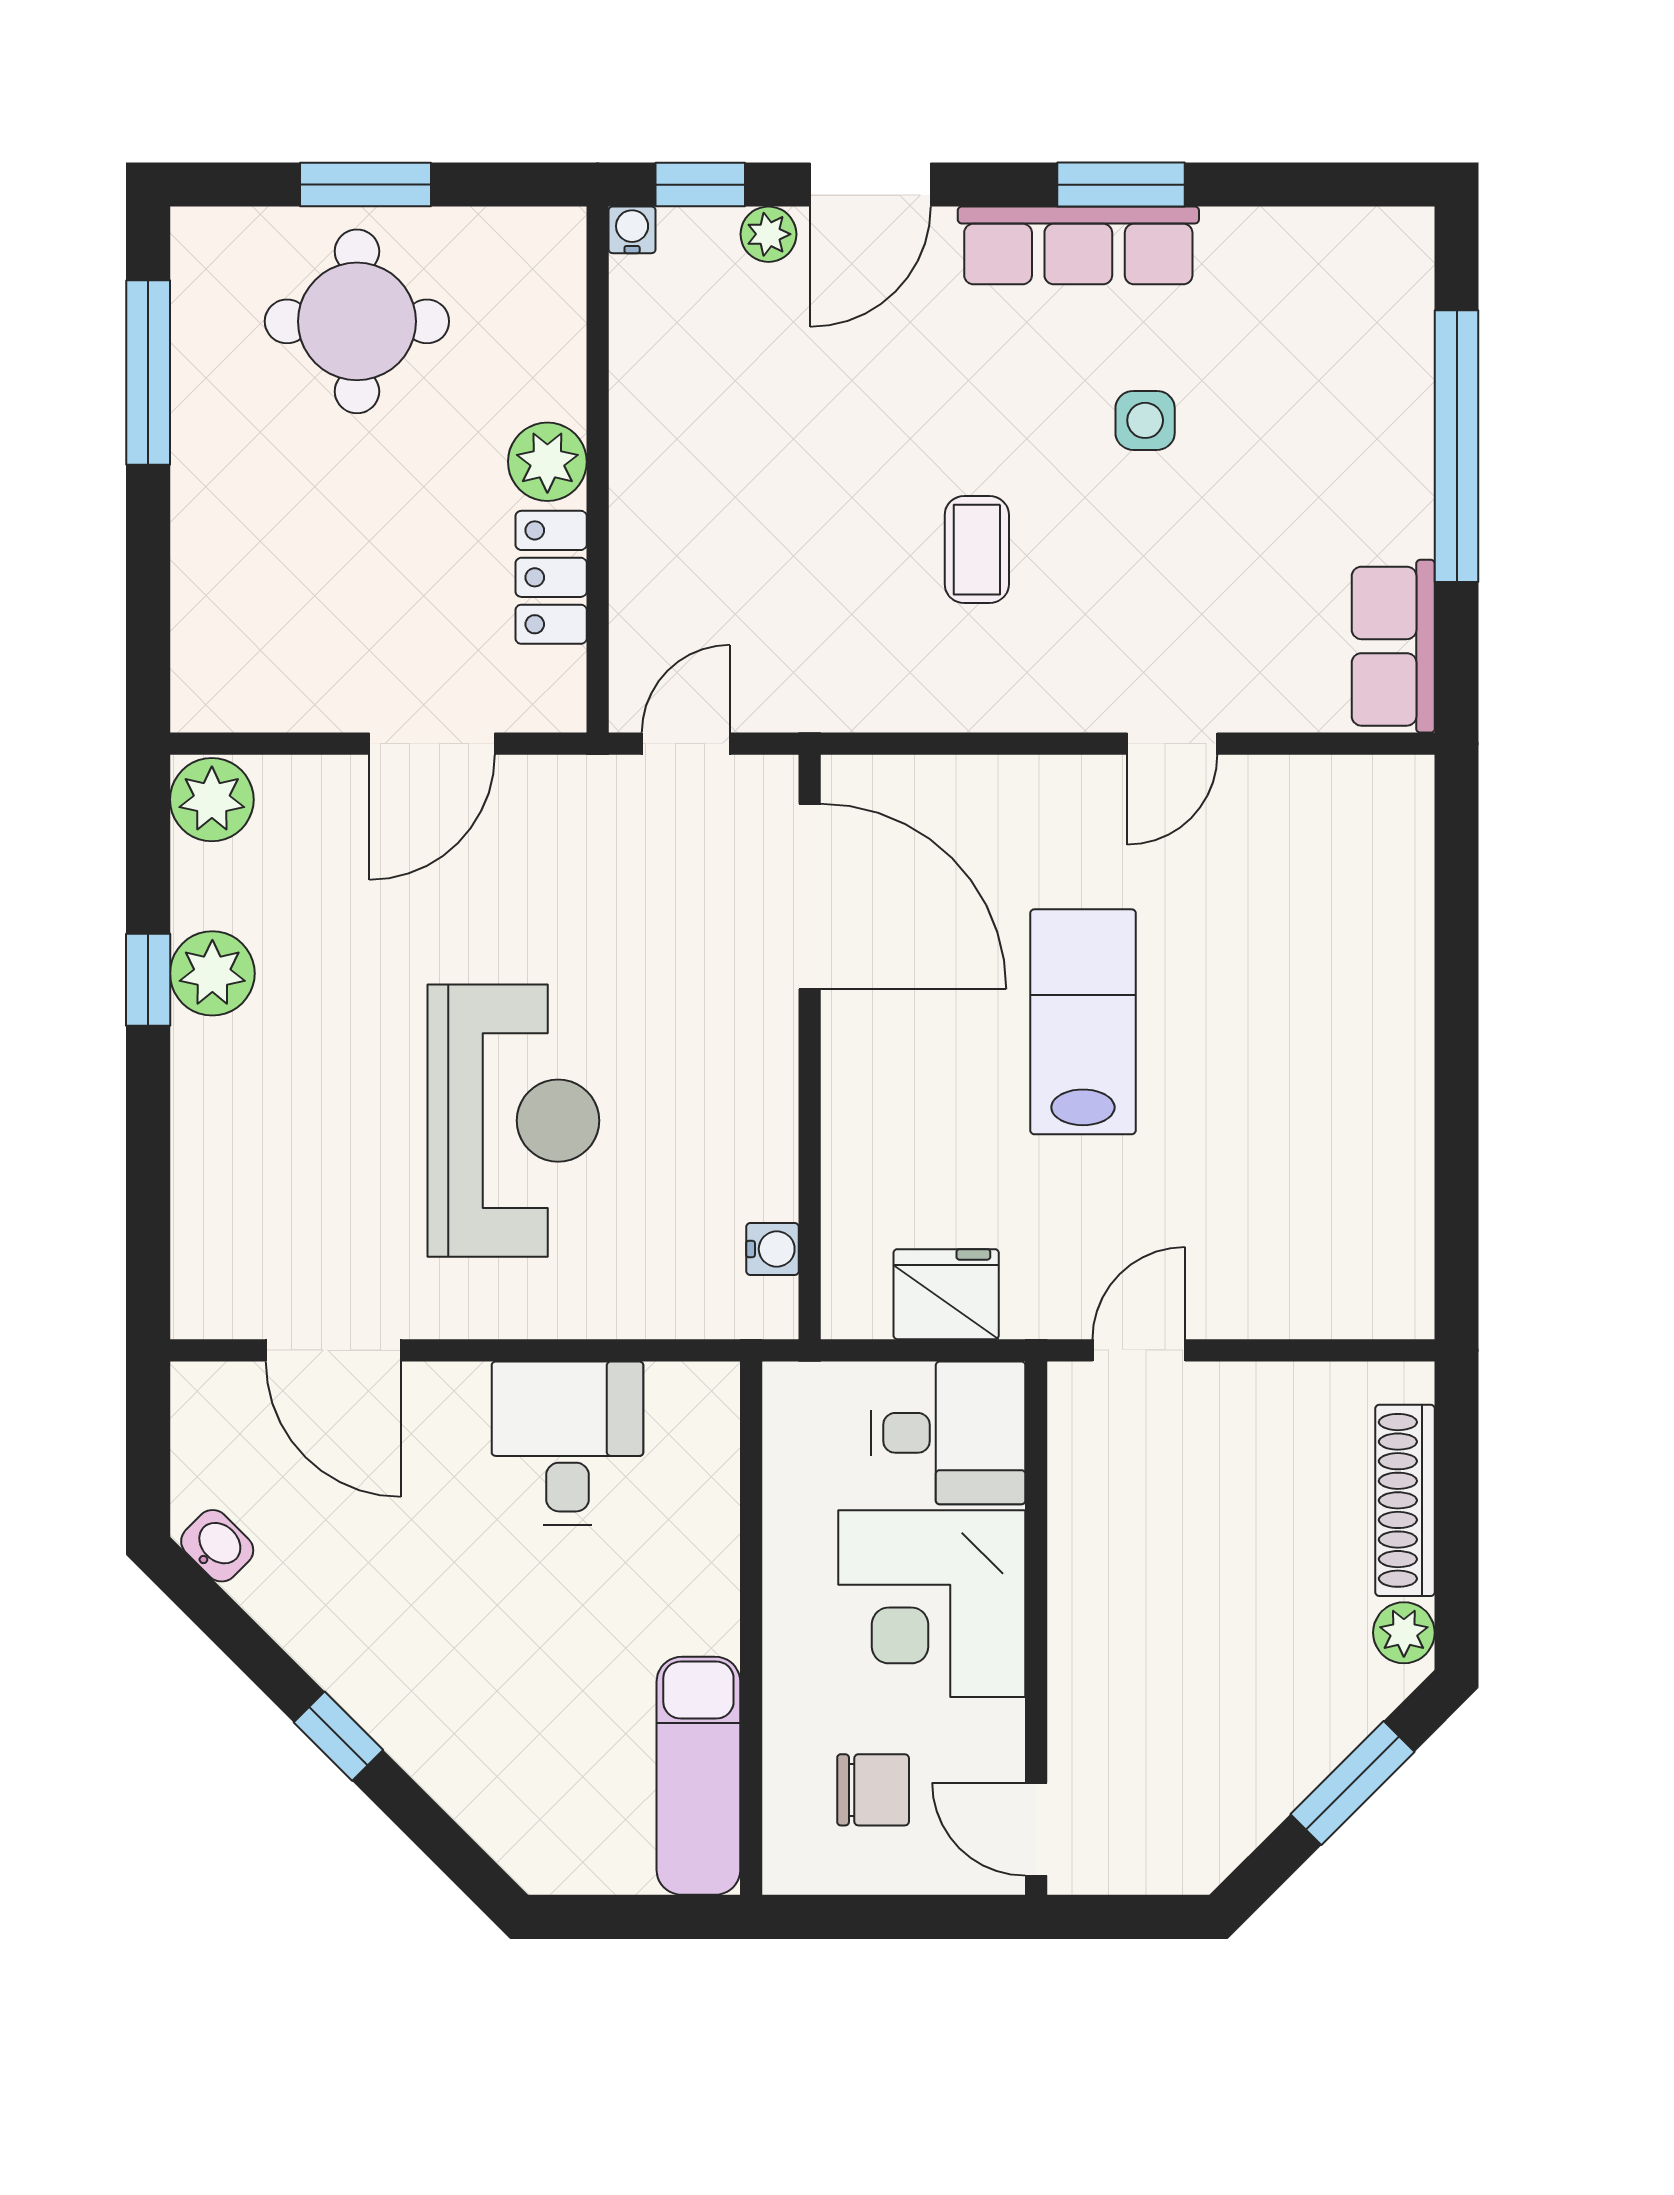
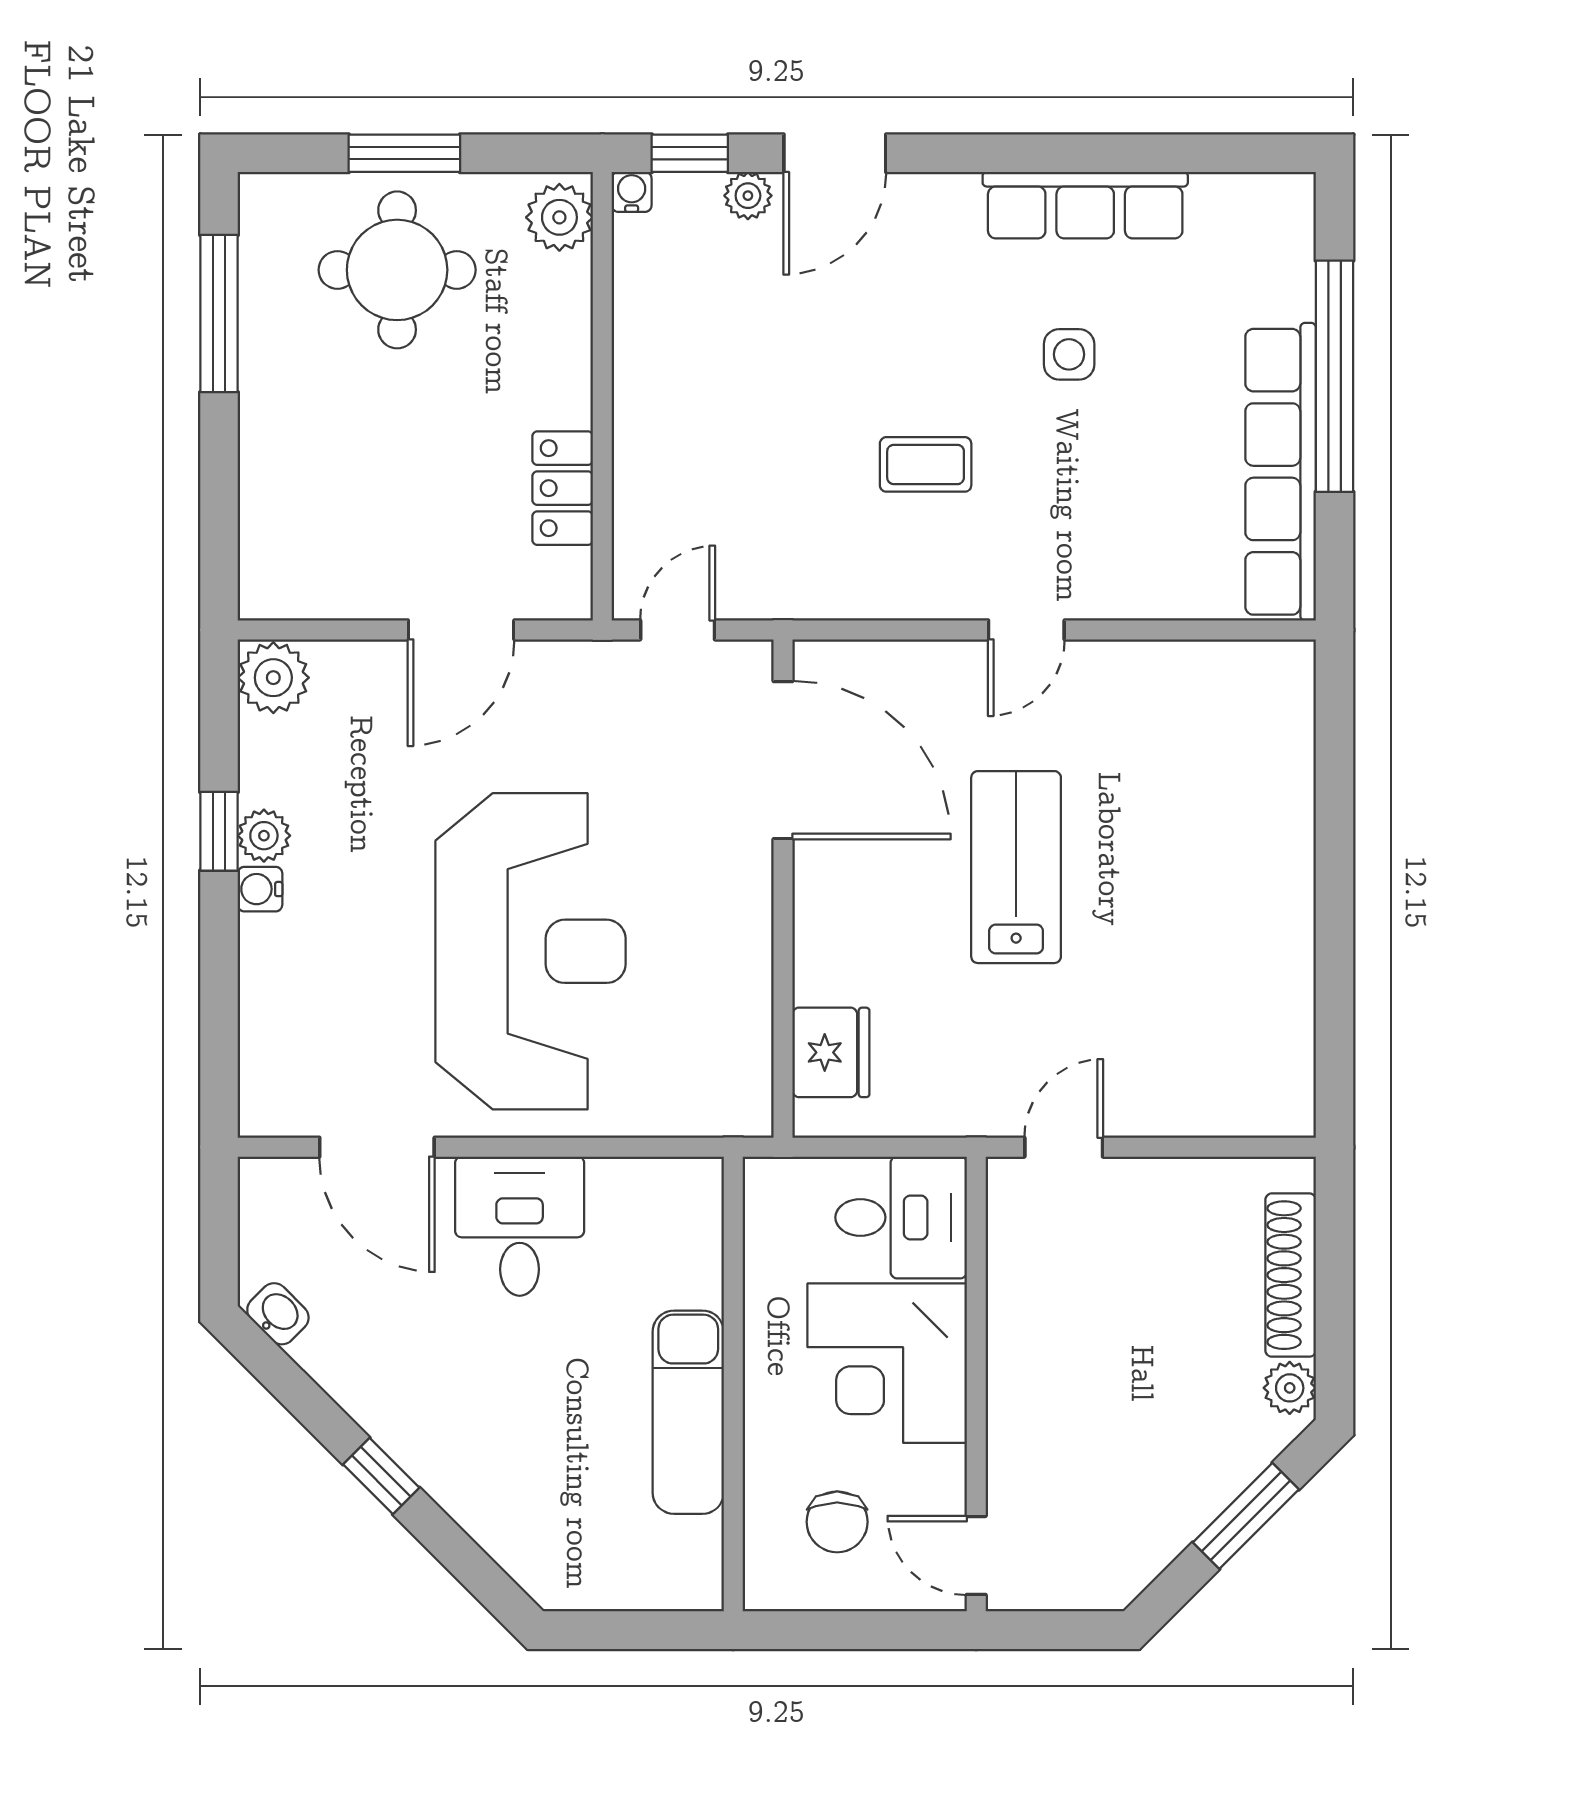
window: (1121, 185) -> (1049, 153), removed
row of seats: (1078, 245) -> (1085, 205), moved
plant: (547, 462) -> (559, 217), moved
coffee table: (977, 550) -> (926, 464), turned 90
row of seats: (1393, 646) -> (1281, 472), width x2.02
door: (1172, 744) -> (1026, 630), moved
plant: (212, 973) -> (264, 836), width x0.73, depth x0.73
reception desk: (513, 1121) -> (531, 951), width x1.36, depth x1.30
water cooler: (773, 1249) -> (260, 889), moved, turned 180
fridge: (946, 1294) -> (831, 1052), moved, turned 90
desk: (567, 1443) -> (520, 1226), moved
exam couch: (698, 1776) -> (688, 1412), moved
chair: (873, 1790) -> (837, 1522), turned 90

